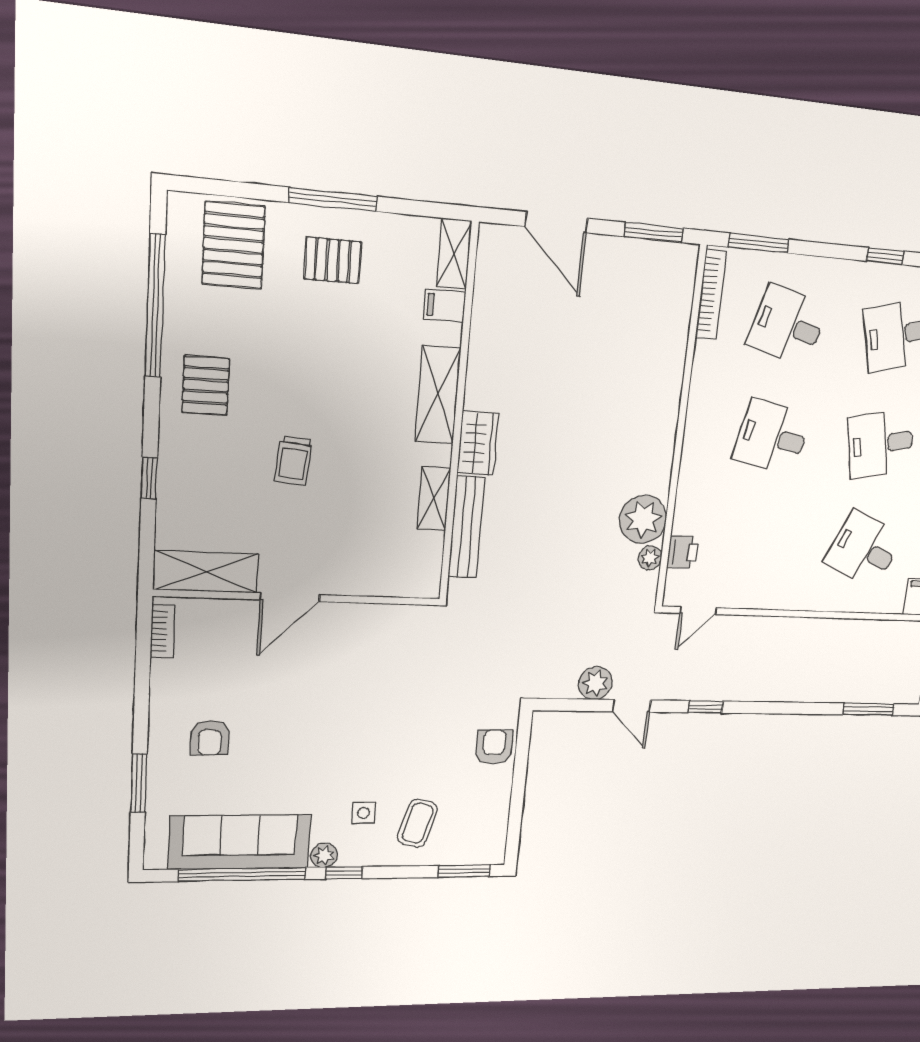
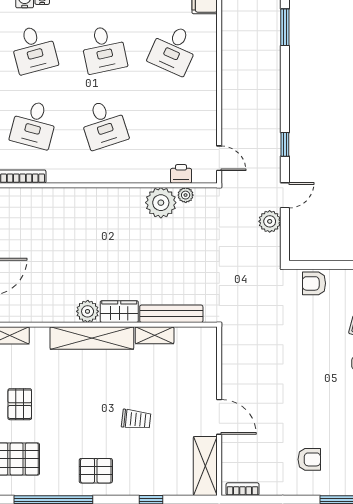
filing cabinet: (445, 306) -> (40, 338), removed
plant: (483, 391) -> (88, 311), added
shelving: (438, 395) -> (92, 338), width x1.47
desk: (772, 437) -> (104, 124), turned -30

